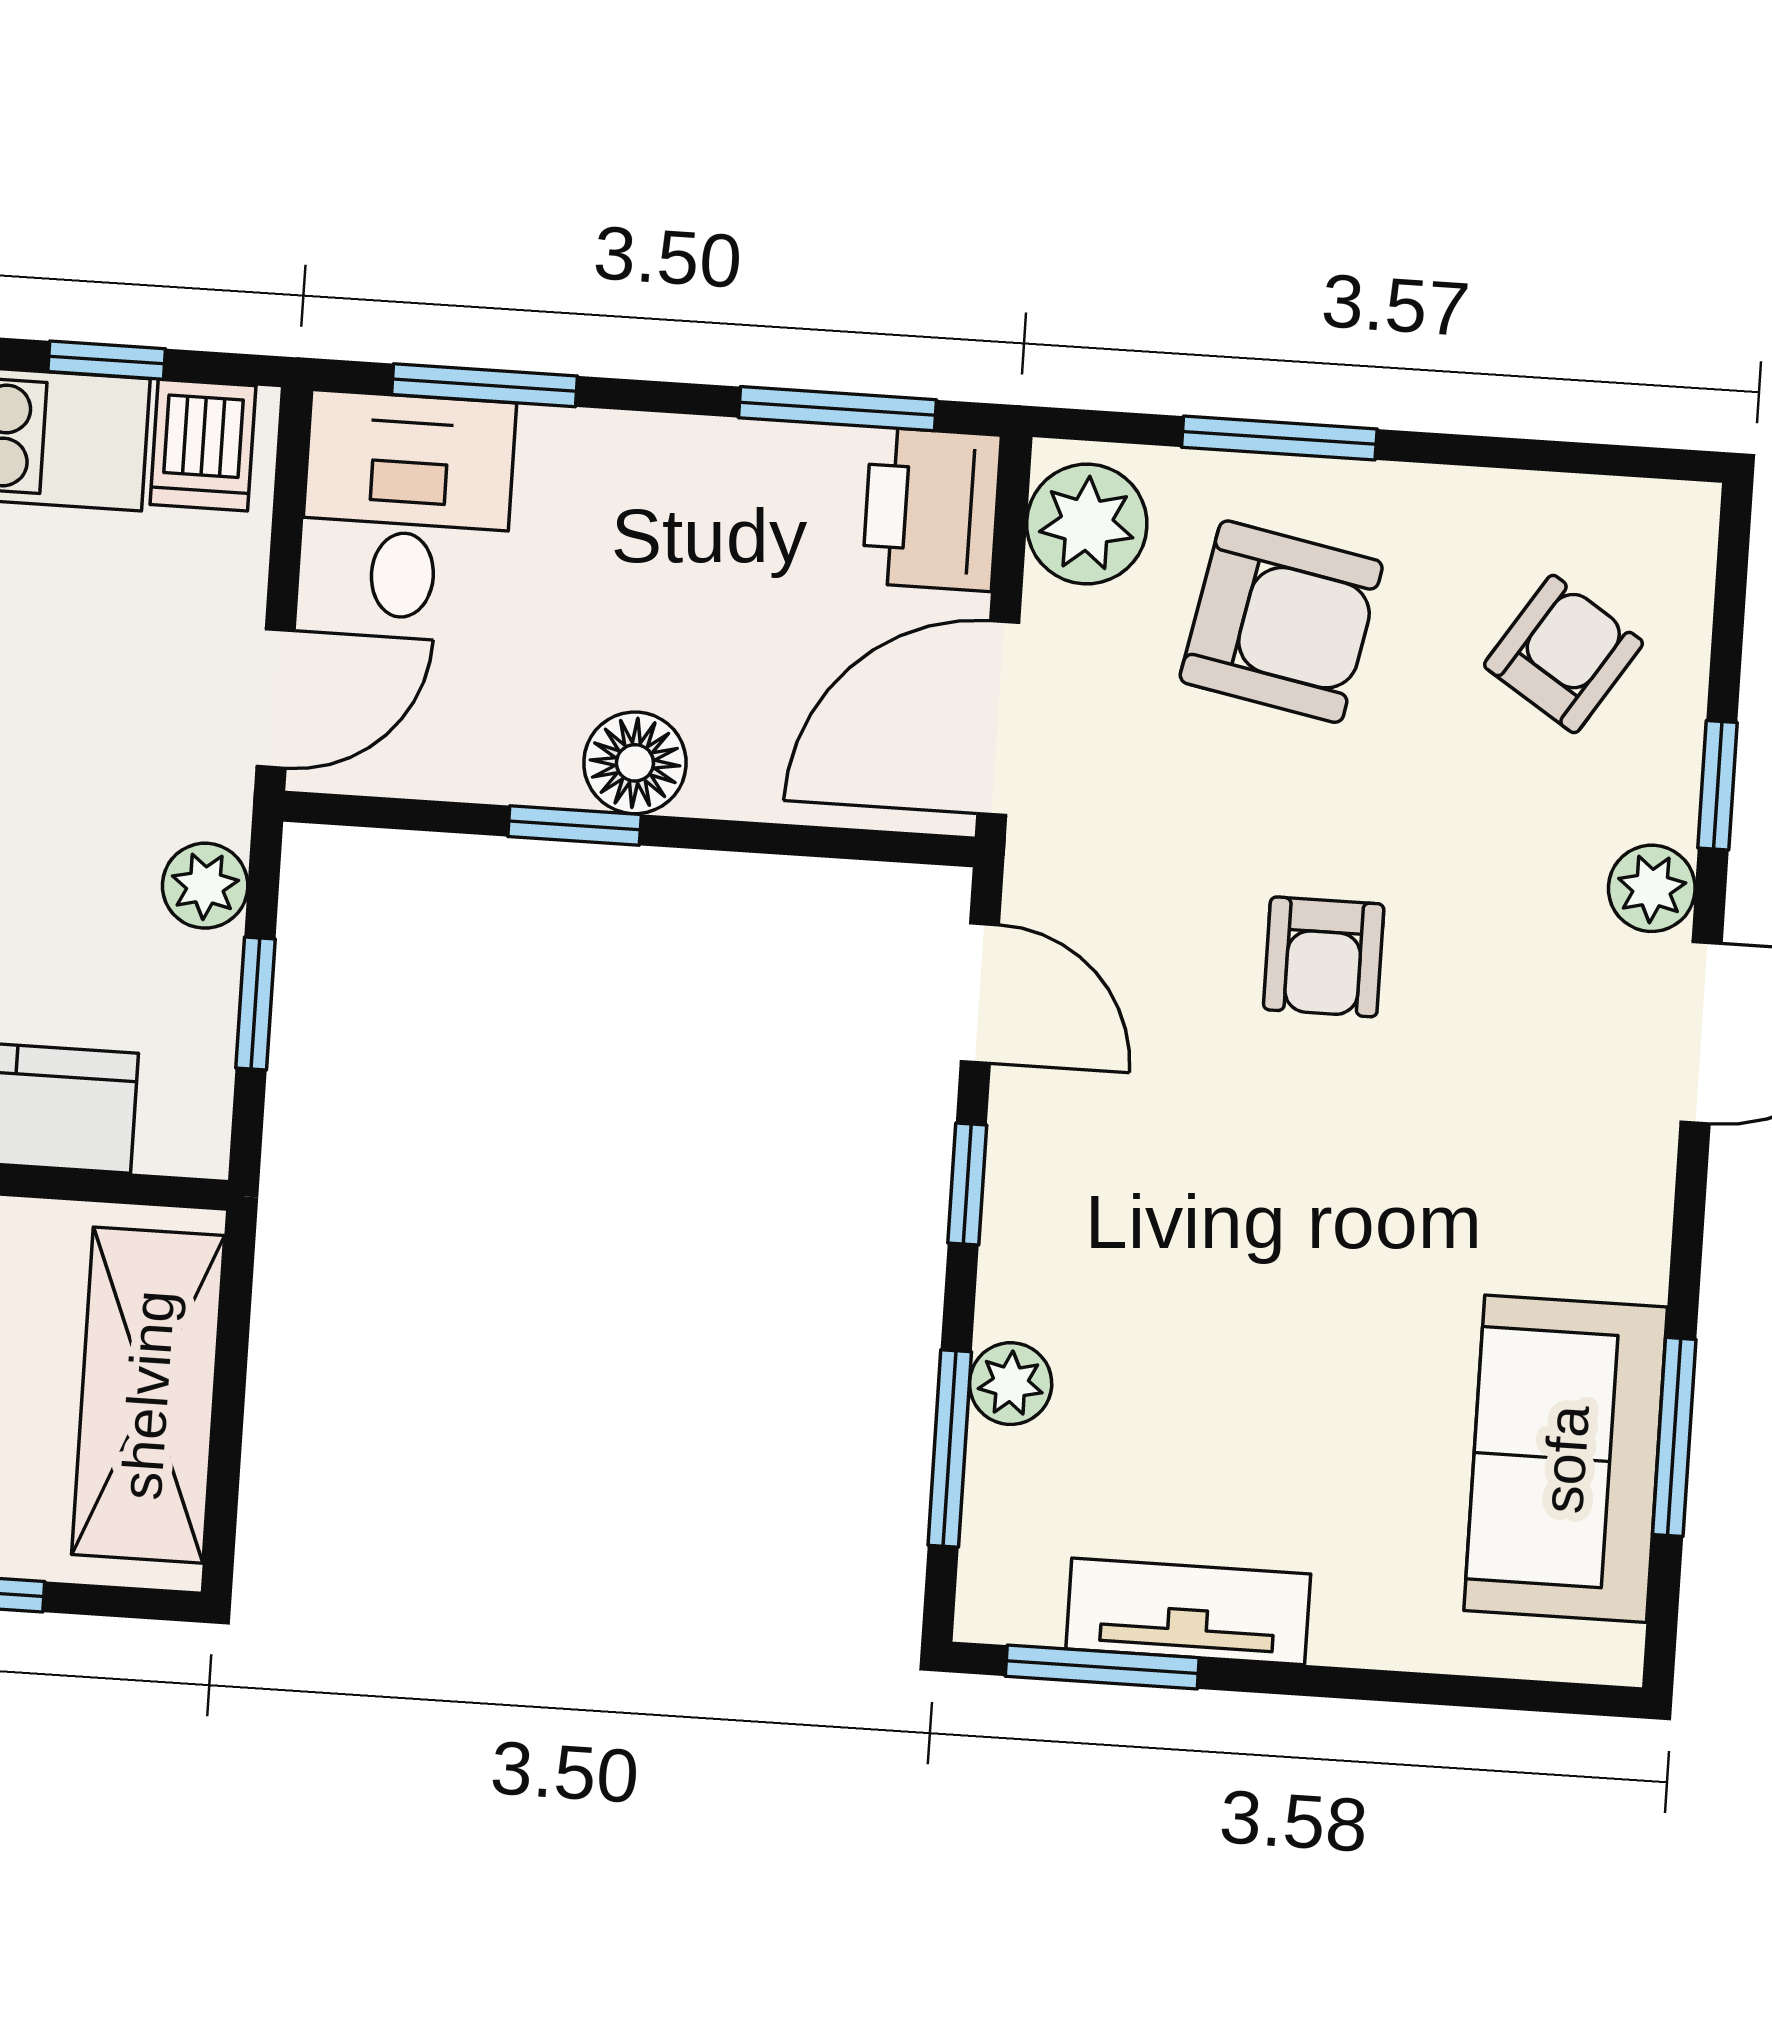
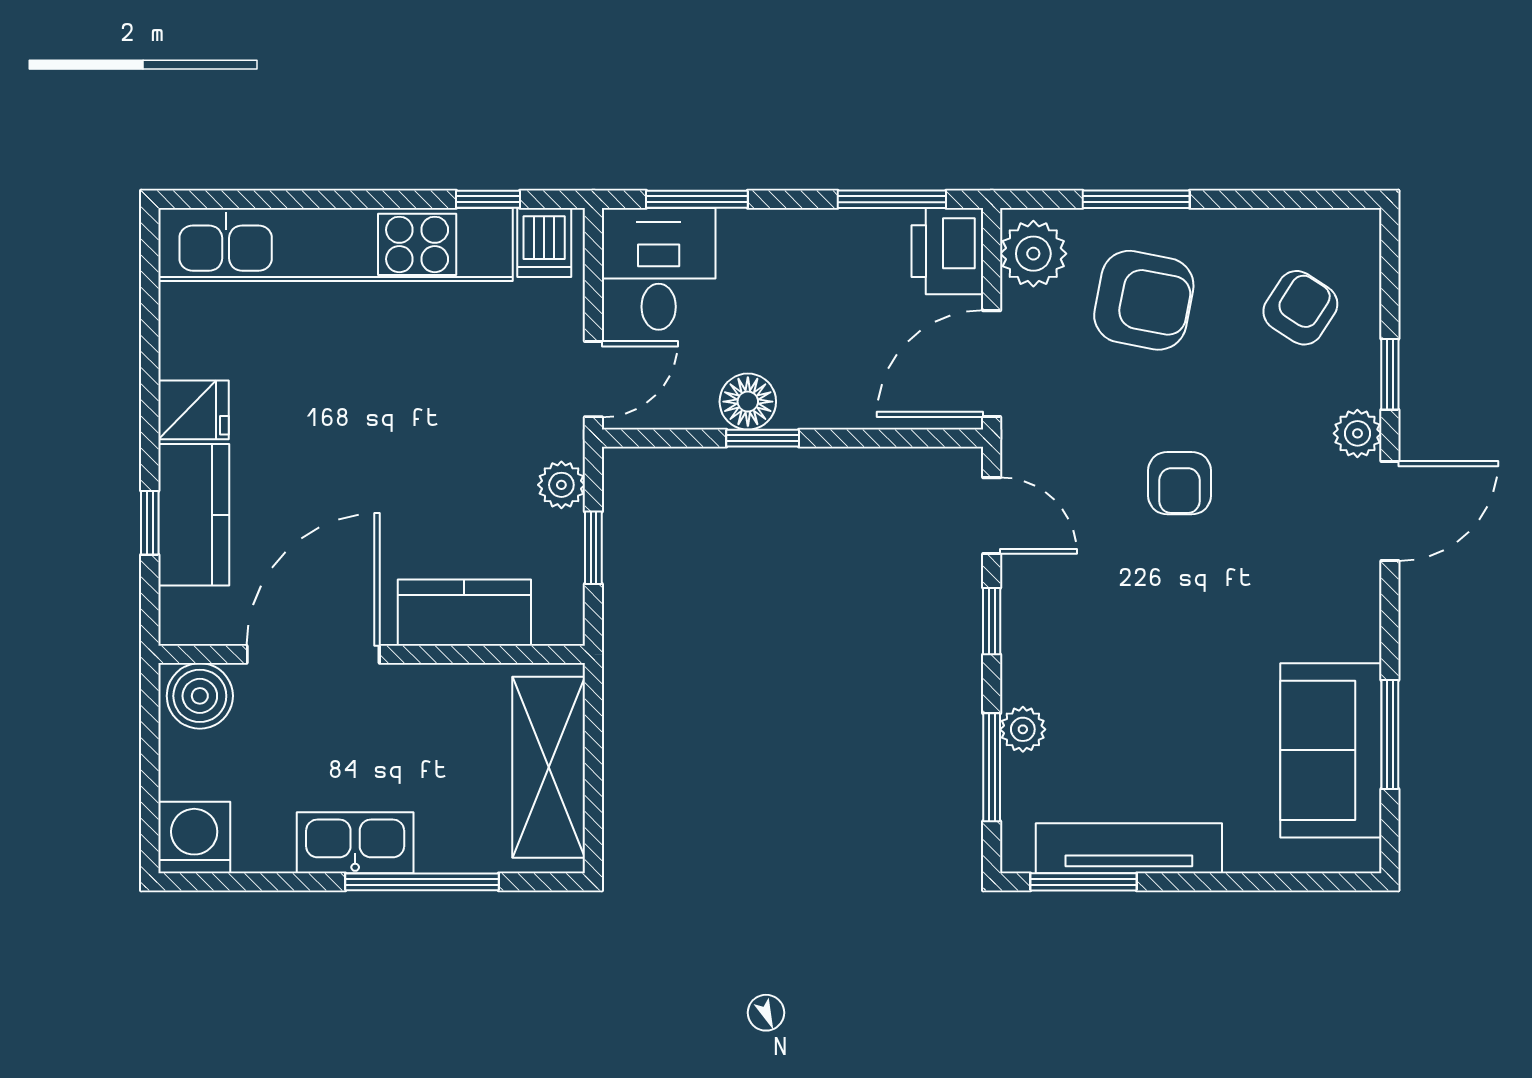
floor lamp: (635, 763) -> (748, 402), moved
tv unit: (1188, 1611) -> (1129, 848), width x1.41

